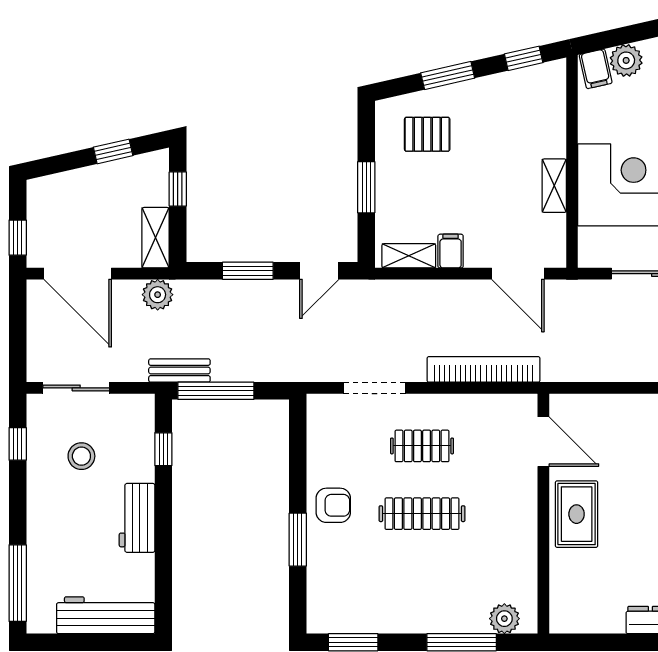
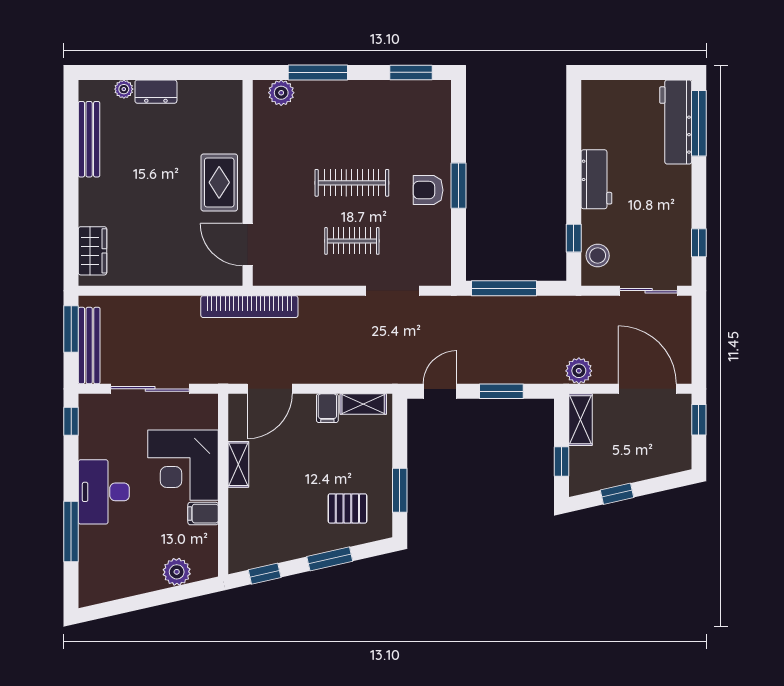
filing cabinet: (596, 69) -> (203, 514), moved, turned -77
window: (366, 187) -> (400, 490), moved
door: (518, 274) -> (270, 389), swing flipped
bookcase: (483, 369) -> (249, 307), moved
bench: (179, 370) -> (560, 306), removed
window: (216, 391) -> (504, 288), moved
stool: (81, 456) -> (598, 256), moved
window: (298, 540) -> (459, 186), moved
workbench: (106, 615) -> (676, 122), moved, turned 90

